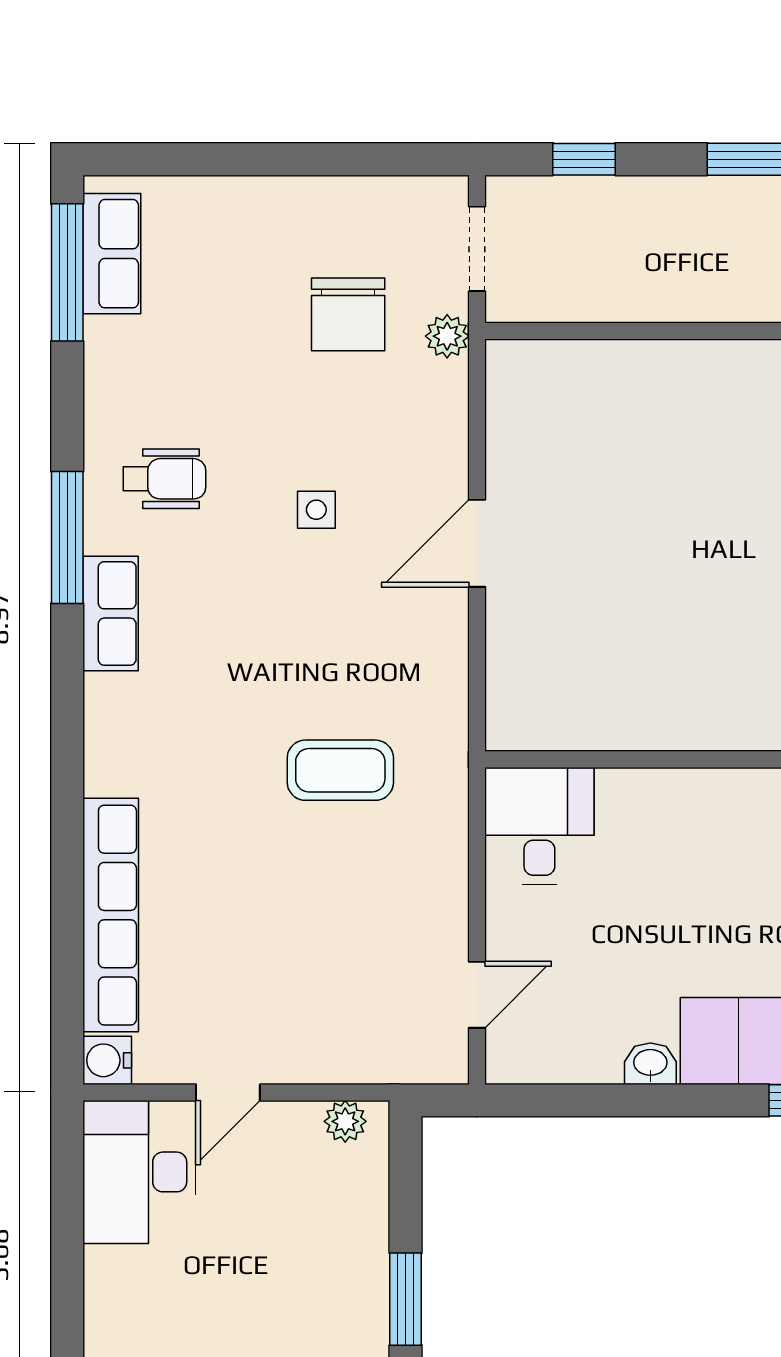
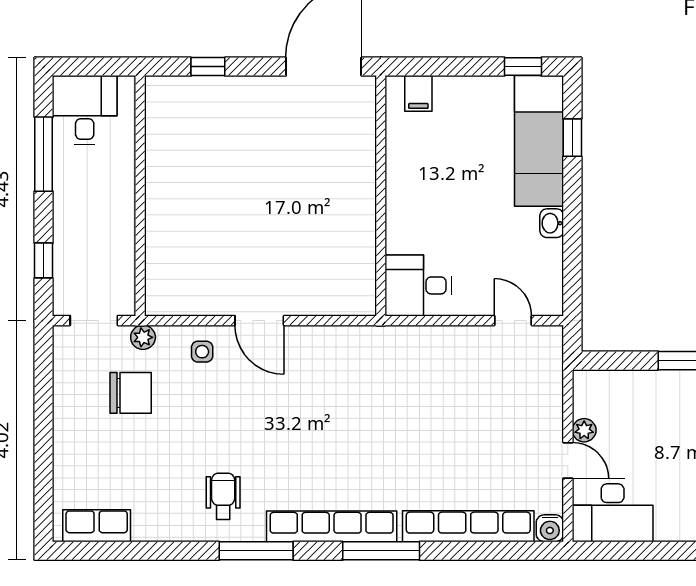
window: (67, 272) -> (381, 551), moved
side table: (316, 510) -> (202, 352), moved
row of seats: (111, 613) -> (332, 526), width x2.02
coffee table: (340, 770) -> (387, 397), removed
plant: (345, 1121) -> (584, 430), moved

